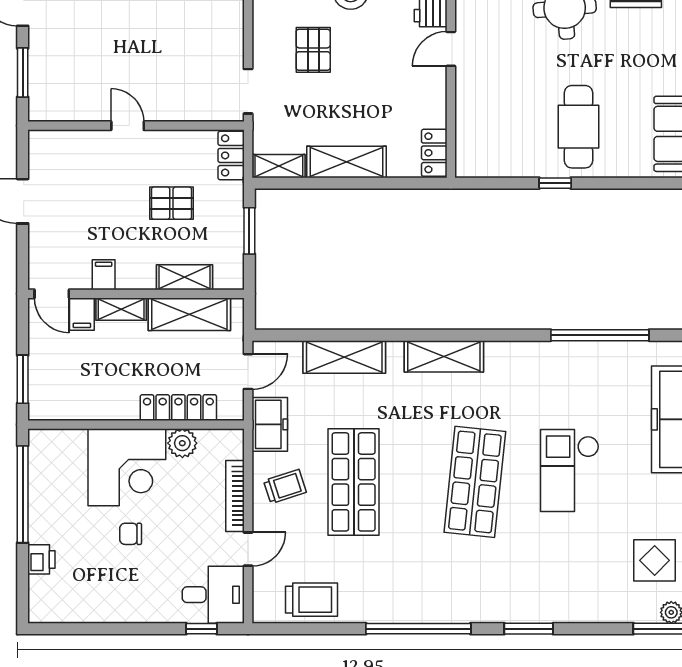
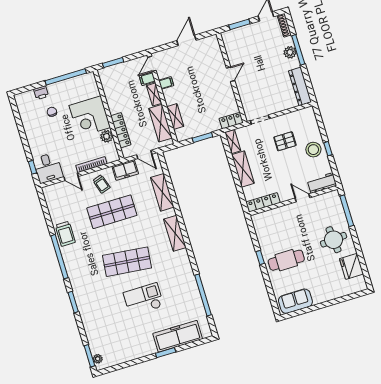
locker: (434, 153) -> (263, 202), width x1.53
pallet: (171, 203) -> (204, 102), removed
chair: (131, 534) -> (52, 112), moved
display table: (655, 560) -> (117, 345), removed
trolley: (312, 600) -> (65, 234), moved

